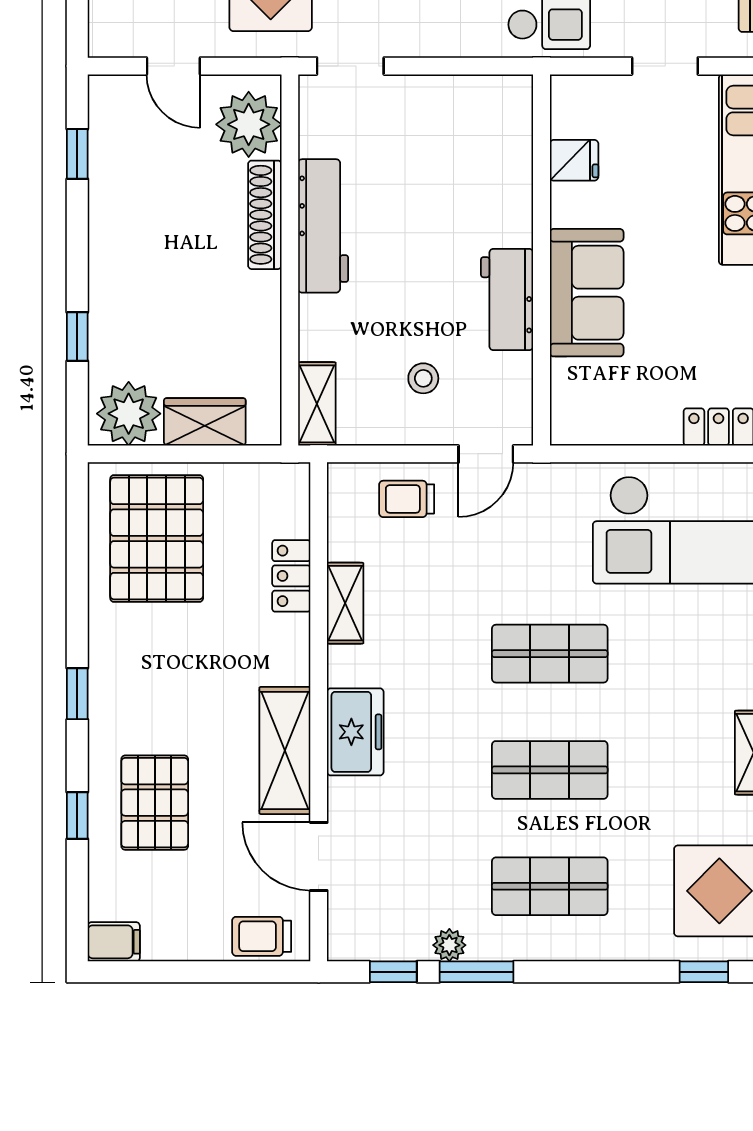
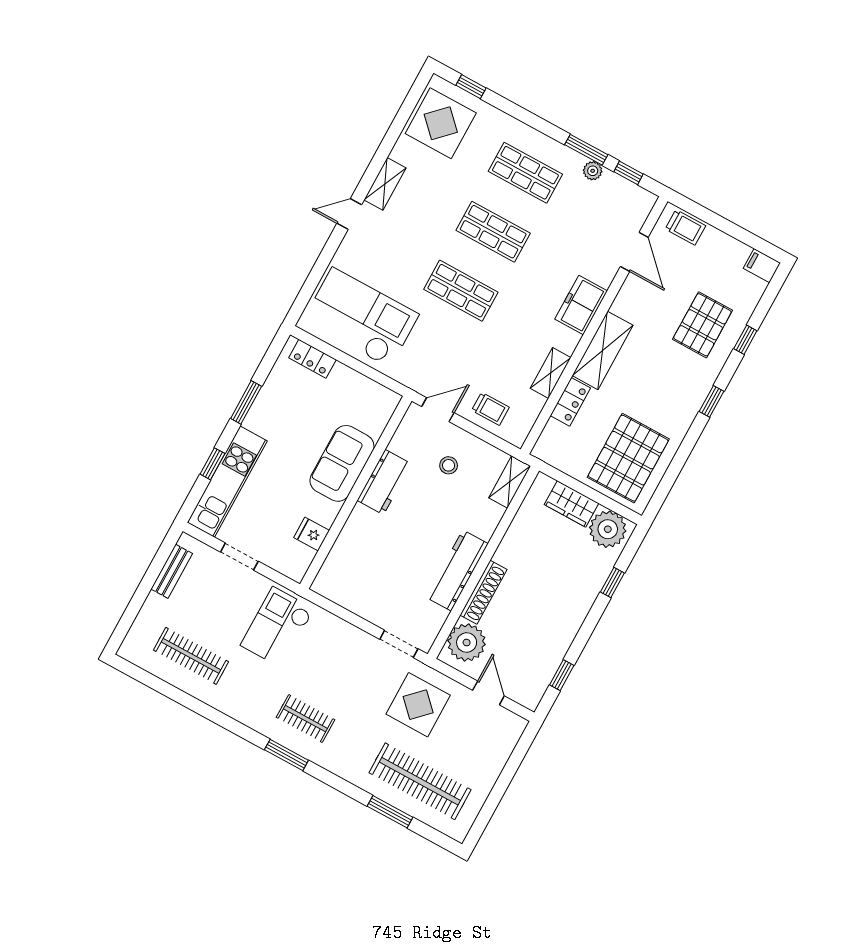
shelving: (285, 750) -> (603, 350), moved

